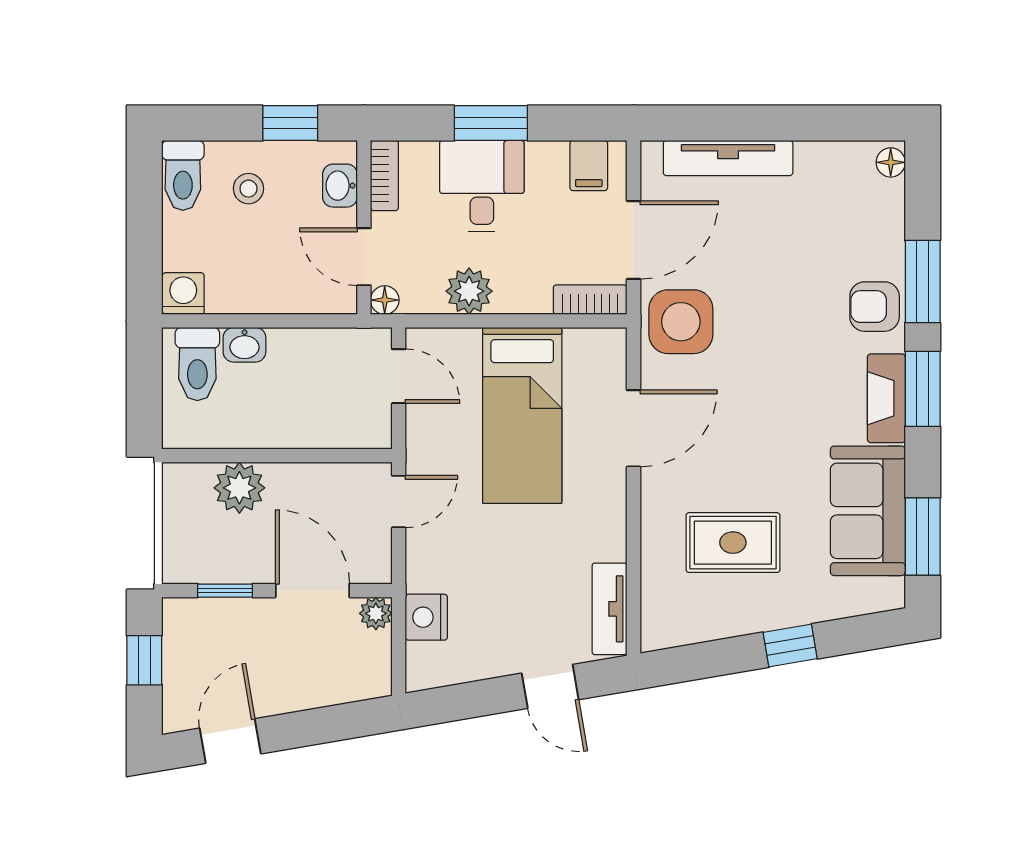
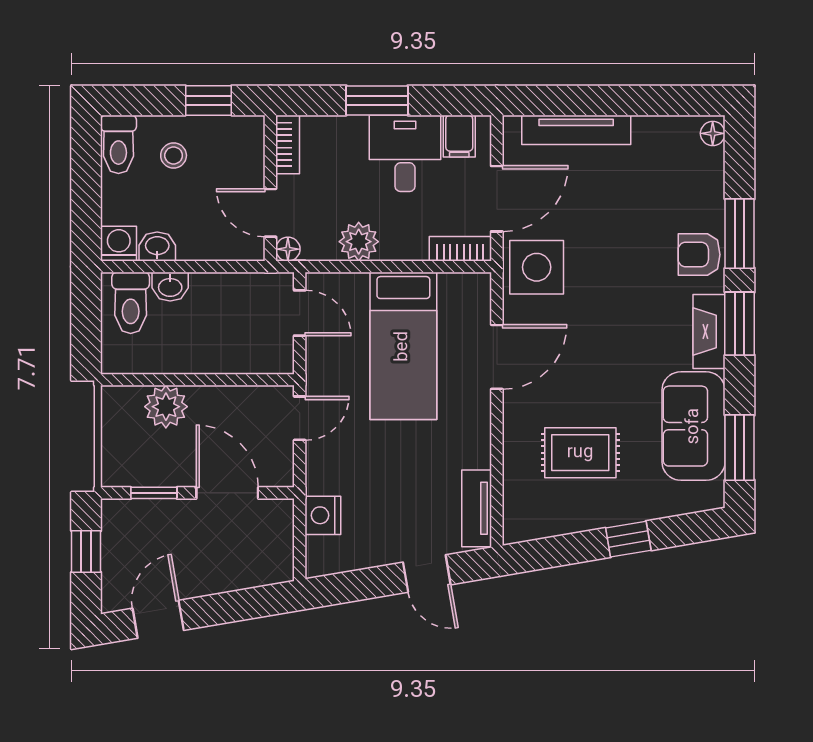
washbasin: (340, 186) -> (157, 247), moved, turned 90
desk: (482, 186) -> (405, 153), moved
plant: (376, 613) -> (280, 512), removed

